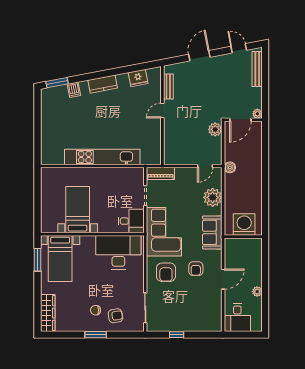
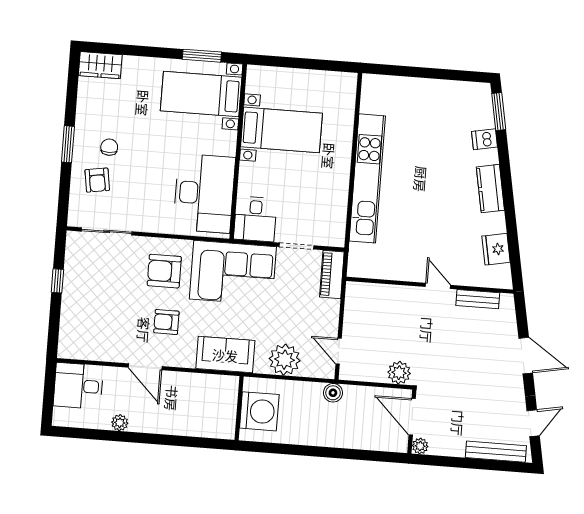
washing machine: (244, 225) -> (259, 411), moved
wall: (243, 237) -> (239, 408), moved
wardrobe: (48, 313) -> (100, 65), width x0.67

